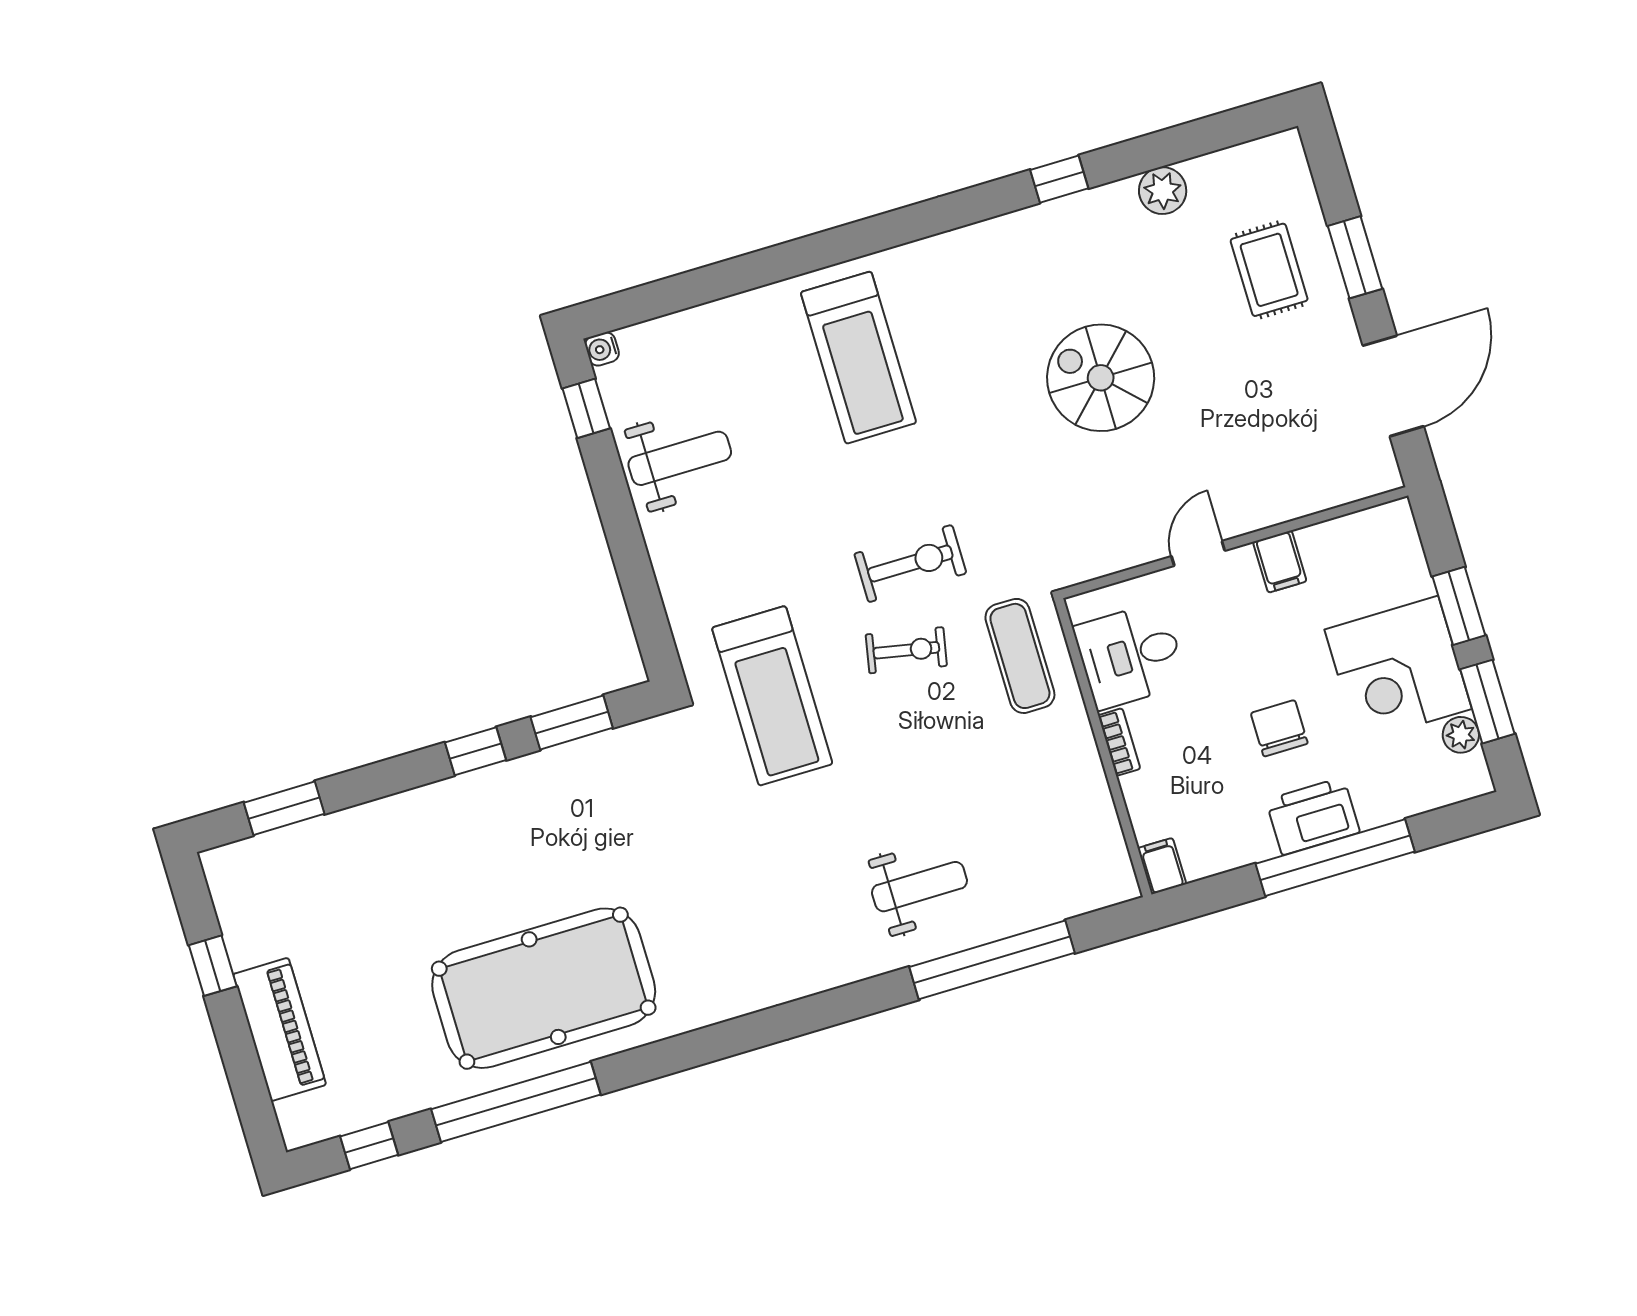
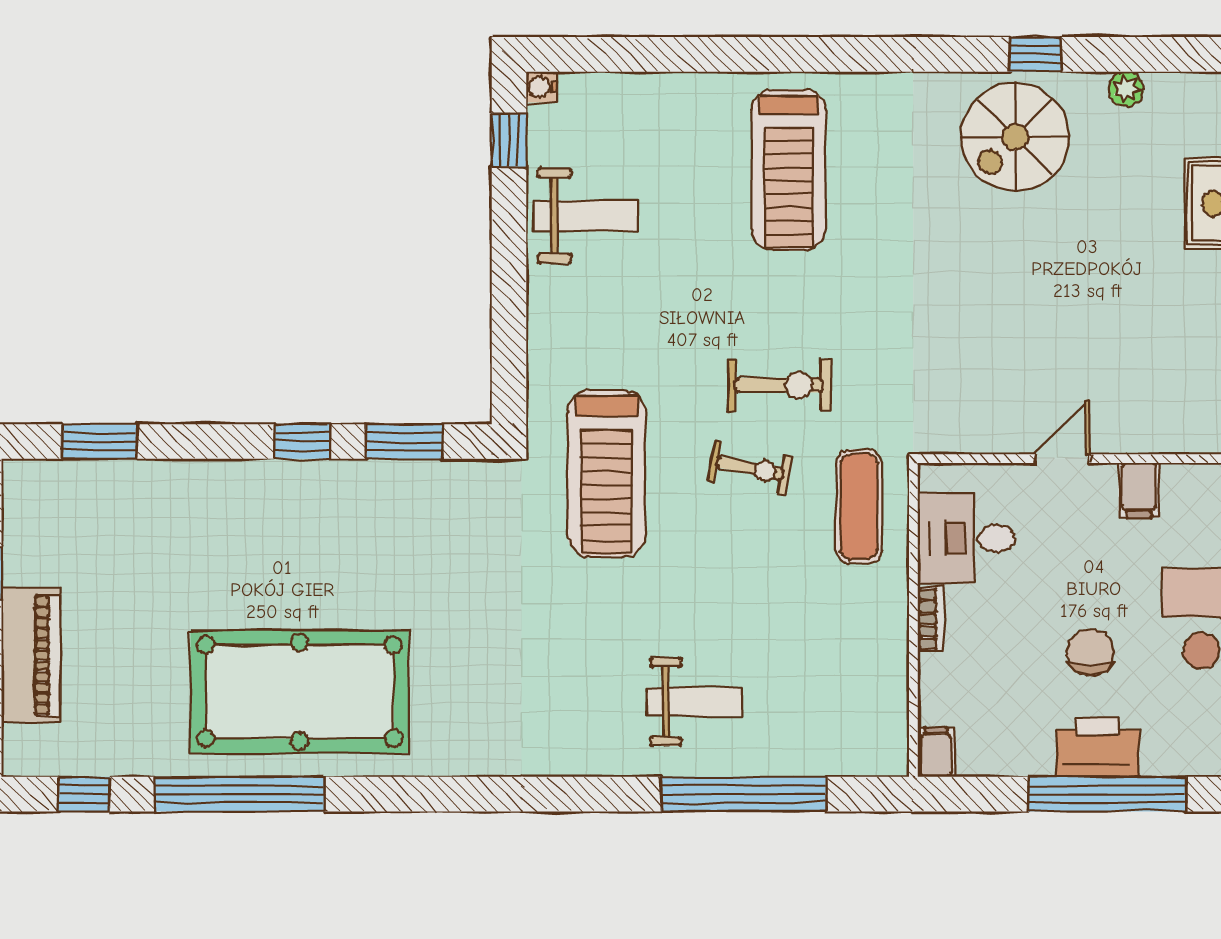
plant: (1163, 191) -> (1126, 89), width x0.73, depth x0.73
spiral stairs: (1101, 378) -> (1015, 137), moved, turned -90

